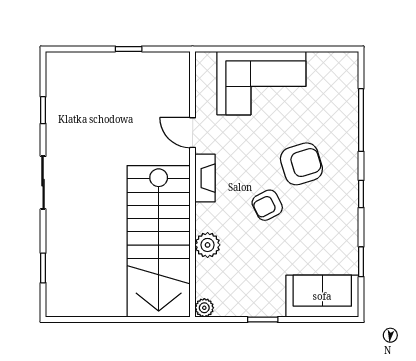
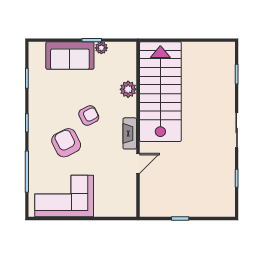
corner sofa: (261, 83) -> (64, 196), moved
door: (193, 133) -> (138, 163), hinge flipped
armchair: (301, 164) -> (66, 143), turned 80
sofa: (322, 296) -> (70, 56), moved
plant: (204, 308) -> (101, 48), moved

